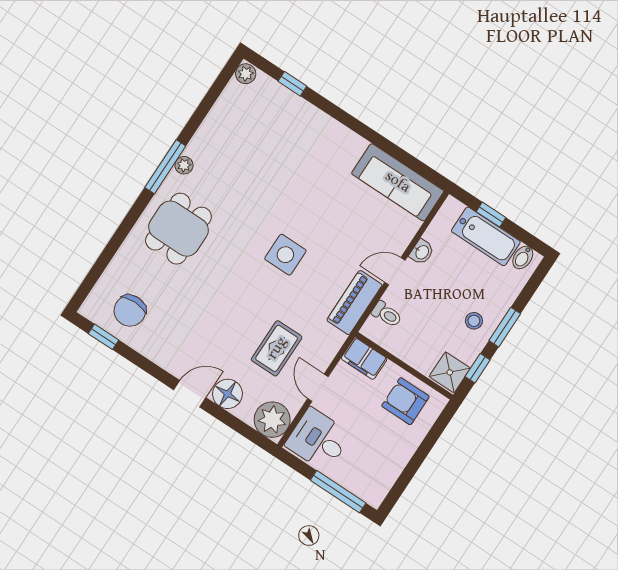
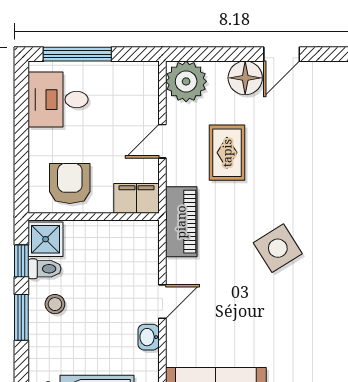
side table: (285, 255) -> (278, 248), turned -32
piano: (354, 303) -> (181, 222), moved
toilet: (387, 314) -> (44, 269), moved, turned 180
door: (318, 388) -> (162, 141), swing flipped
armchair: (405, 401) -> (70, 183), turned -90
desk: (318, 440) -> (58, 100), moved, turned 180

